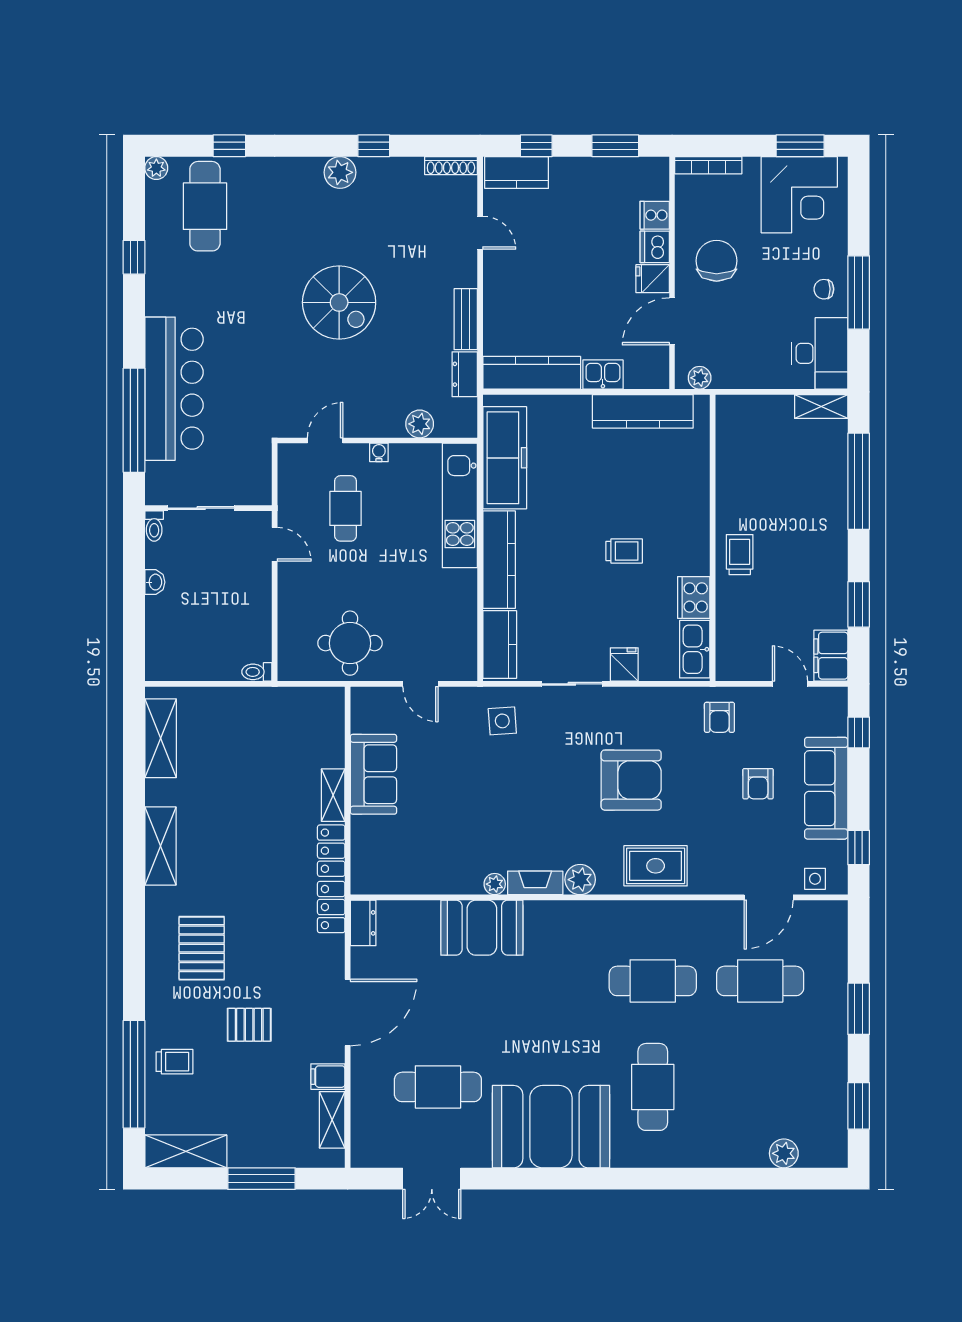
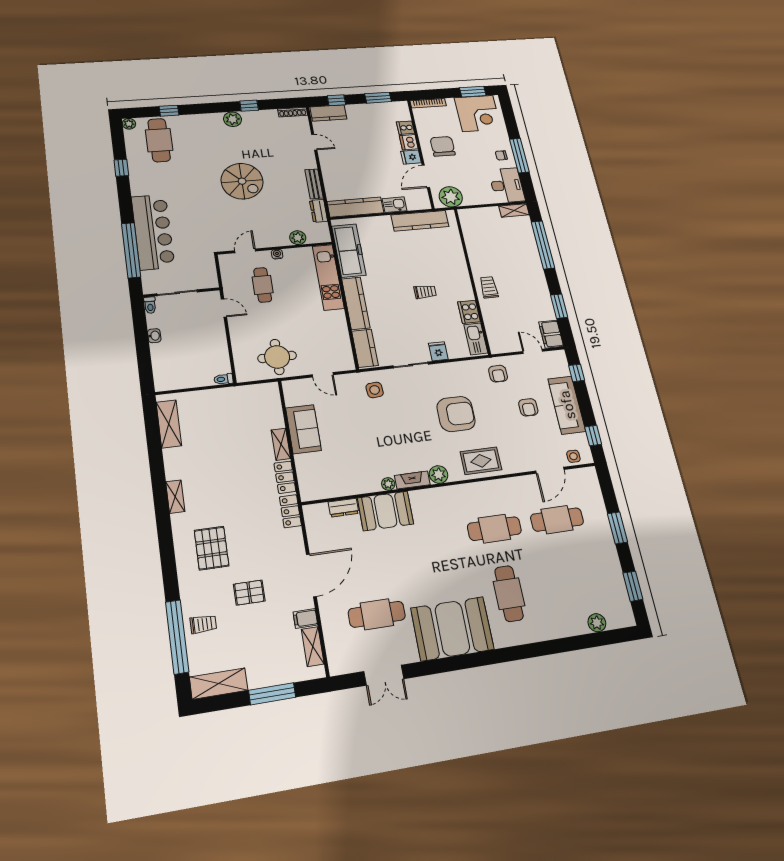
plant: (700, 378) -> (451, 197), width x1.88, depth x1.88
shelving: (160, 846) -> (175, 497), width x0.67, depth x0.75
dresser: (363, 923) -> (343, 508), moved, turned 90

